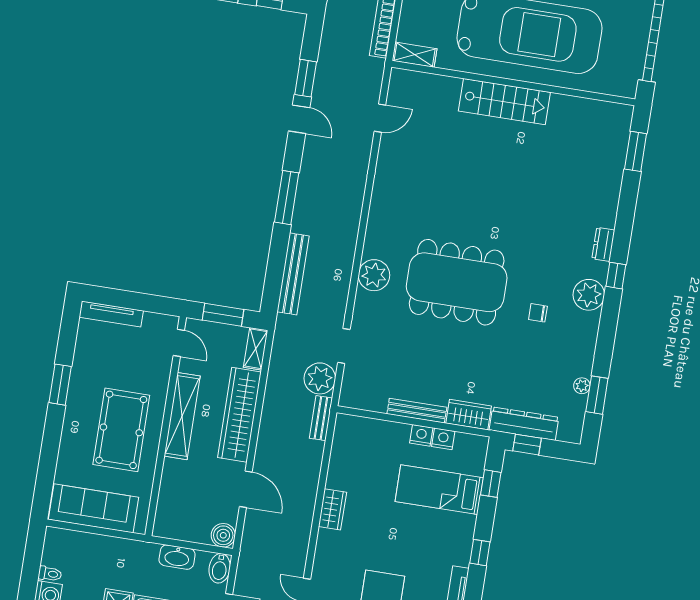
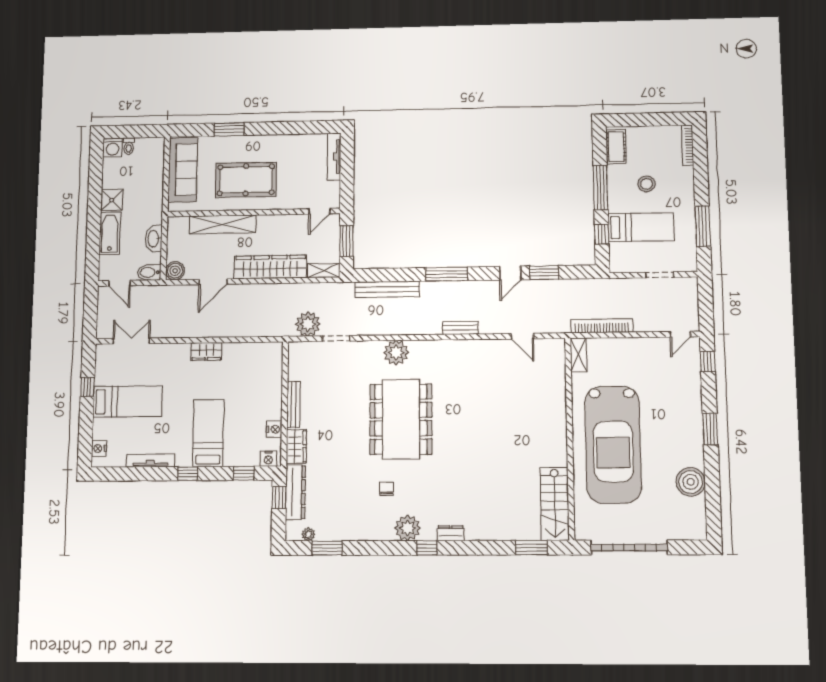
stairs: (504, 102) -> (555, 504), moved
window: (60, 385) -> (229, 129), moved
plant: (582, 386) -> (308, 534), moved
shelving: (182, 416) -> (223, 224), moved
bench: (321, 418) -> (460, 328), moved
nightstand: (421, 435) -> (268, 459), moved, turned 90
bed: (439, 490) -> (208, 433), moved

